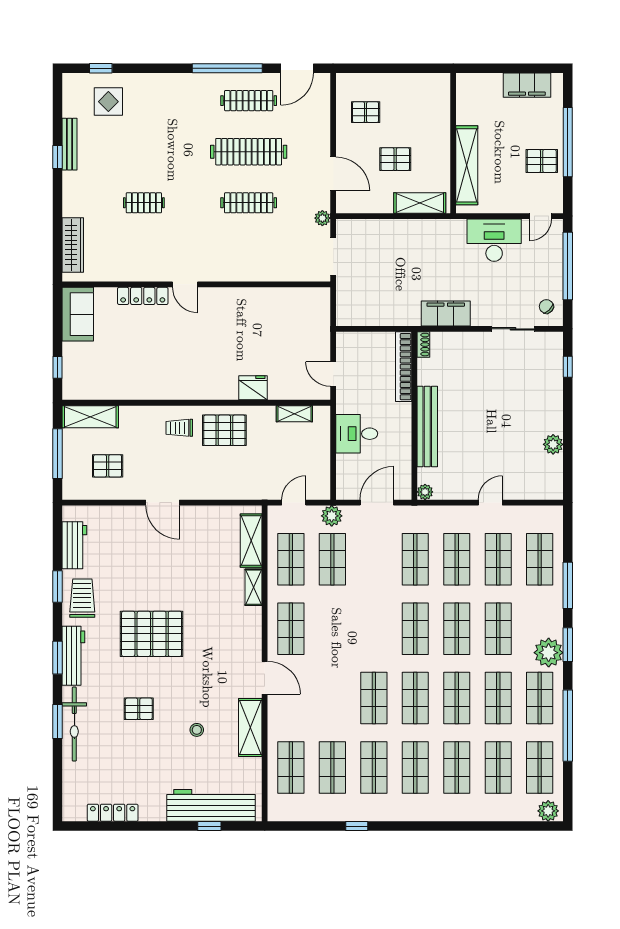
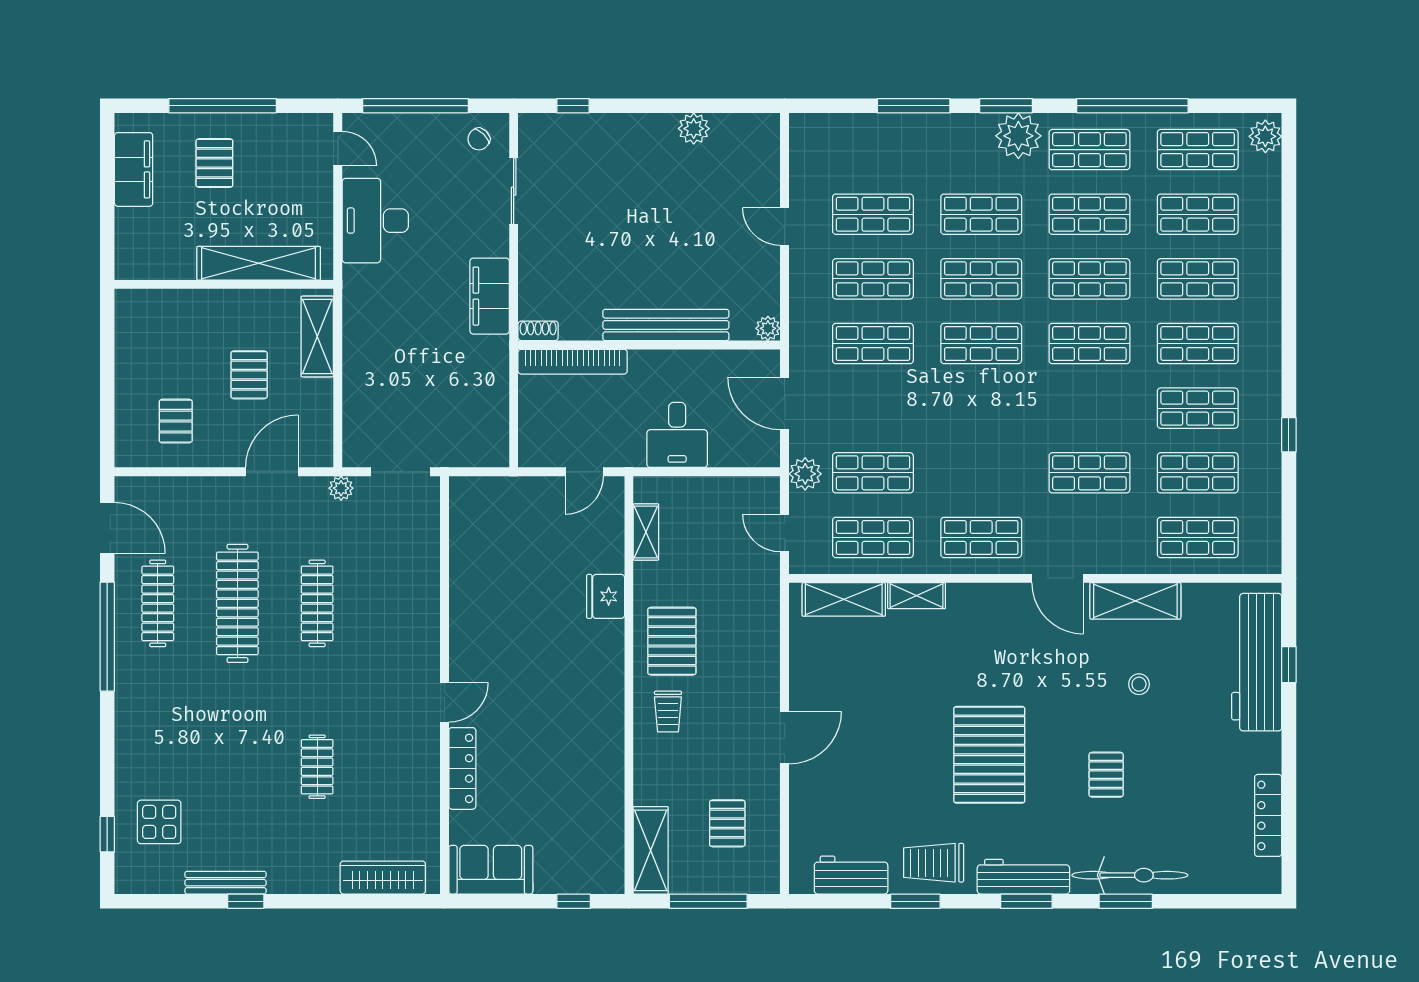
pallet: (542, 161) -> (214, 163), moved
shop shelf: (540, 559) -> (873, 150), removed
door: (265, 678) -> (1058, 578), swing flipped
shop shelf: (374, 698) -> (1089, 473), moved

